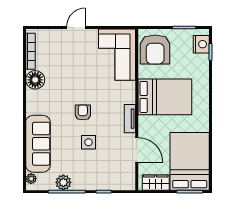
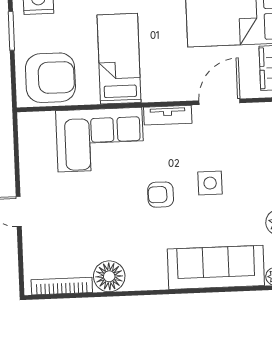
corner sofa: (117, 55) -> (100, 140), moved
bed: (165, 97) -> (119, 59), width x0.67

